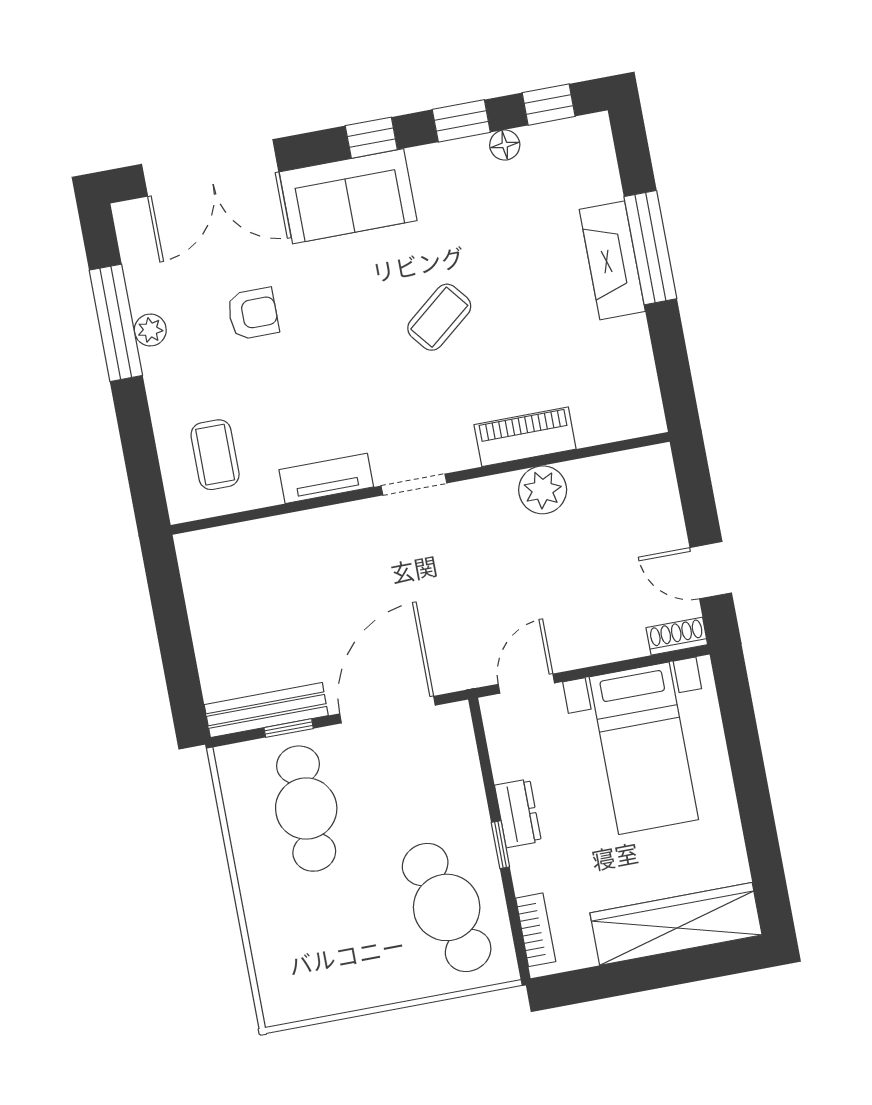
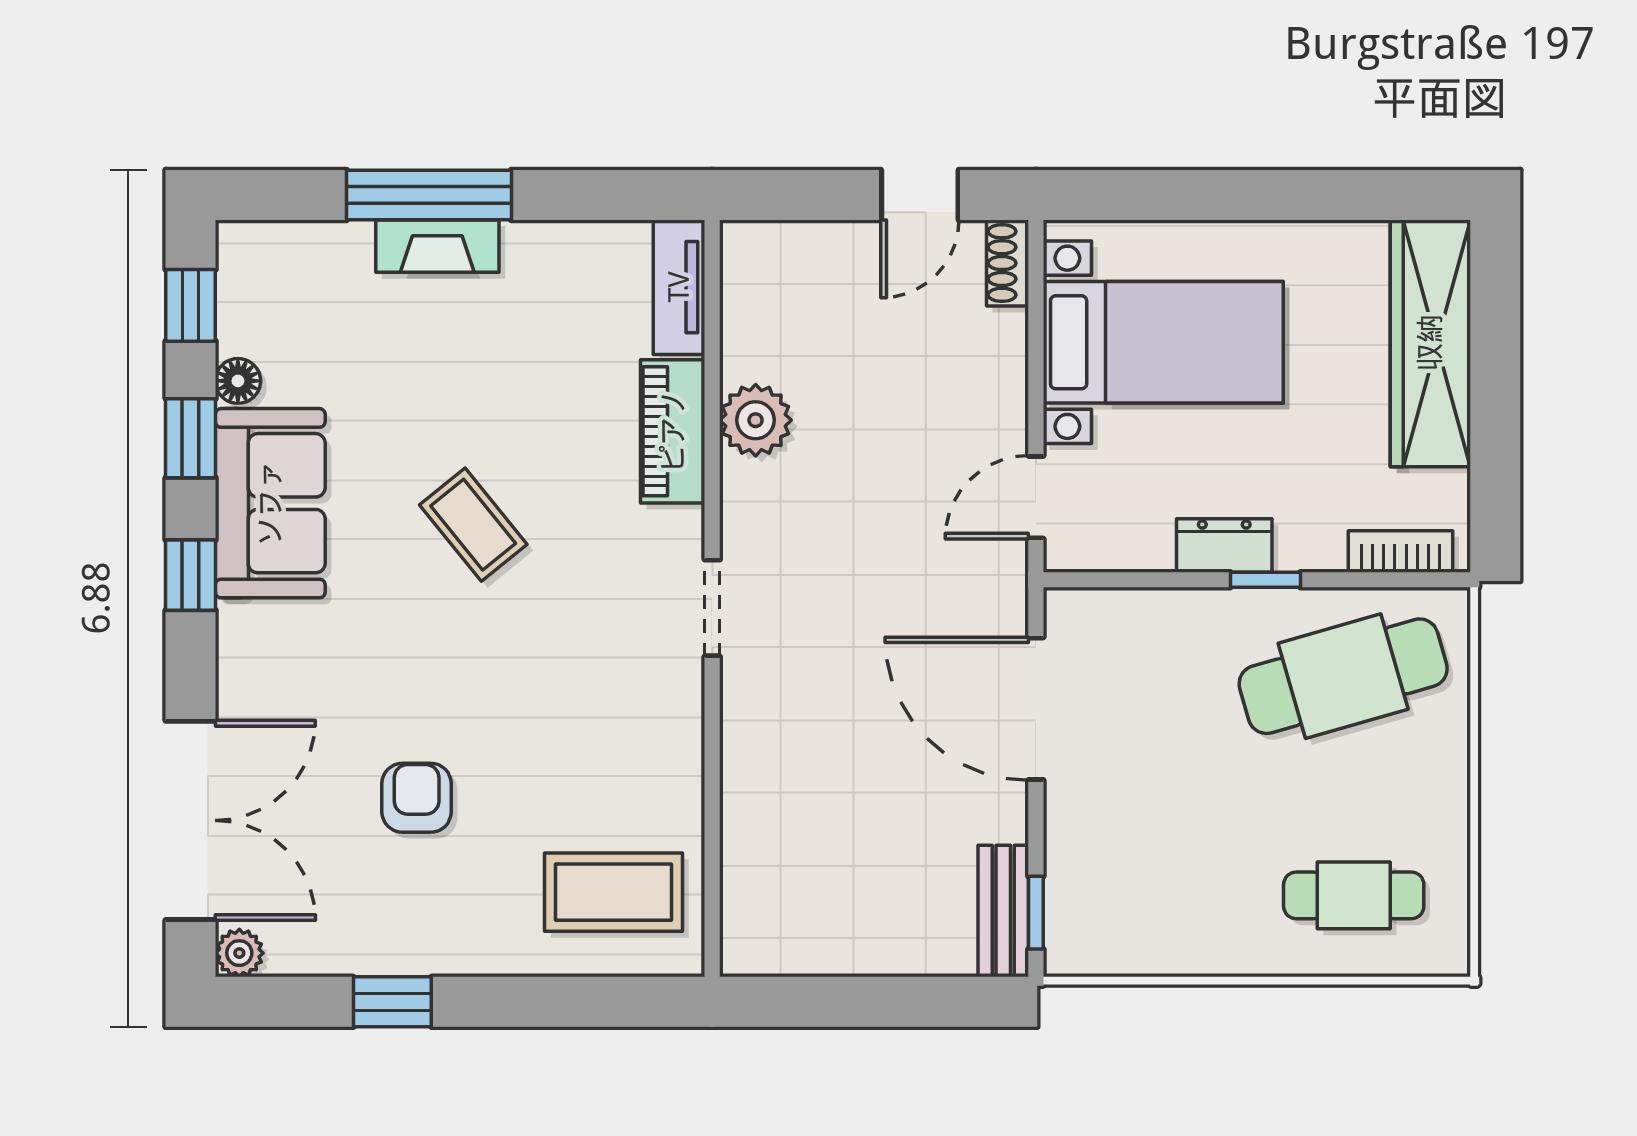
sofa: (348, 196) -> (270, 503), moved
fireplace: (612, 260) -> (437, 246), width x0.73, depth x0.76
window: (116, 323) -> (392, 1002), width x0.46
plant: (150, 330) -> (239, 953), moved
coffee table: (215, 455) -> (614, 892), width x1.36, depth x1.30
tv unit: (326, 478) -> (679, 287), moved
door: (526, 684) -> (1036, 497), hinge flipped
bench: (266, 710) -> (1003, 911), width x0.73
window: (289, 728) -> (1036, 913), moved
cafe table: (306, 809) -> (1354, 895), moved, width x0.73, depth x0.74

